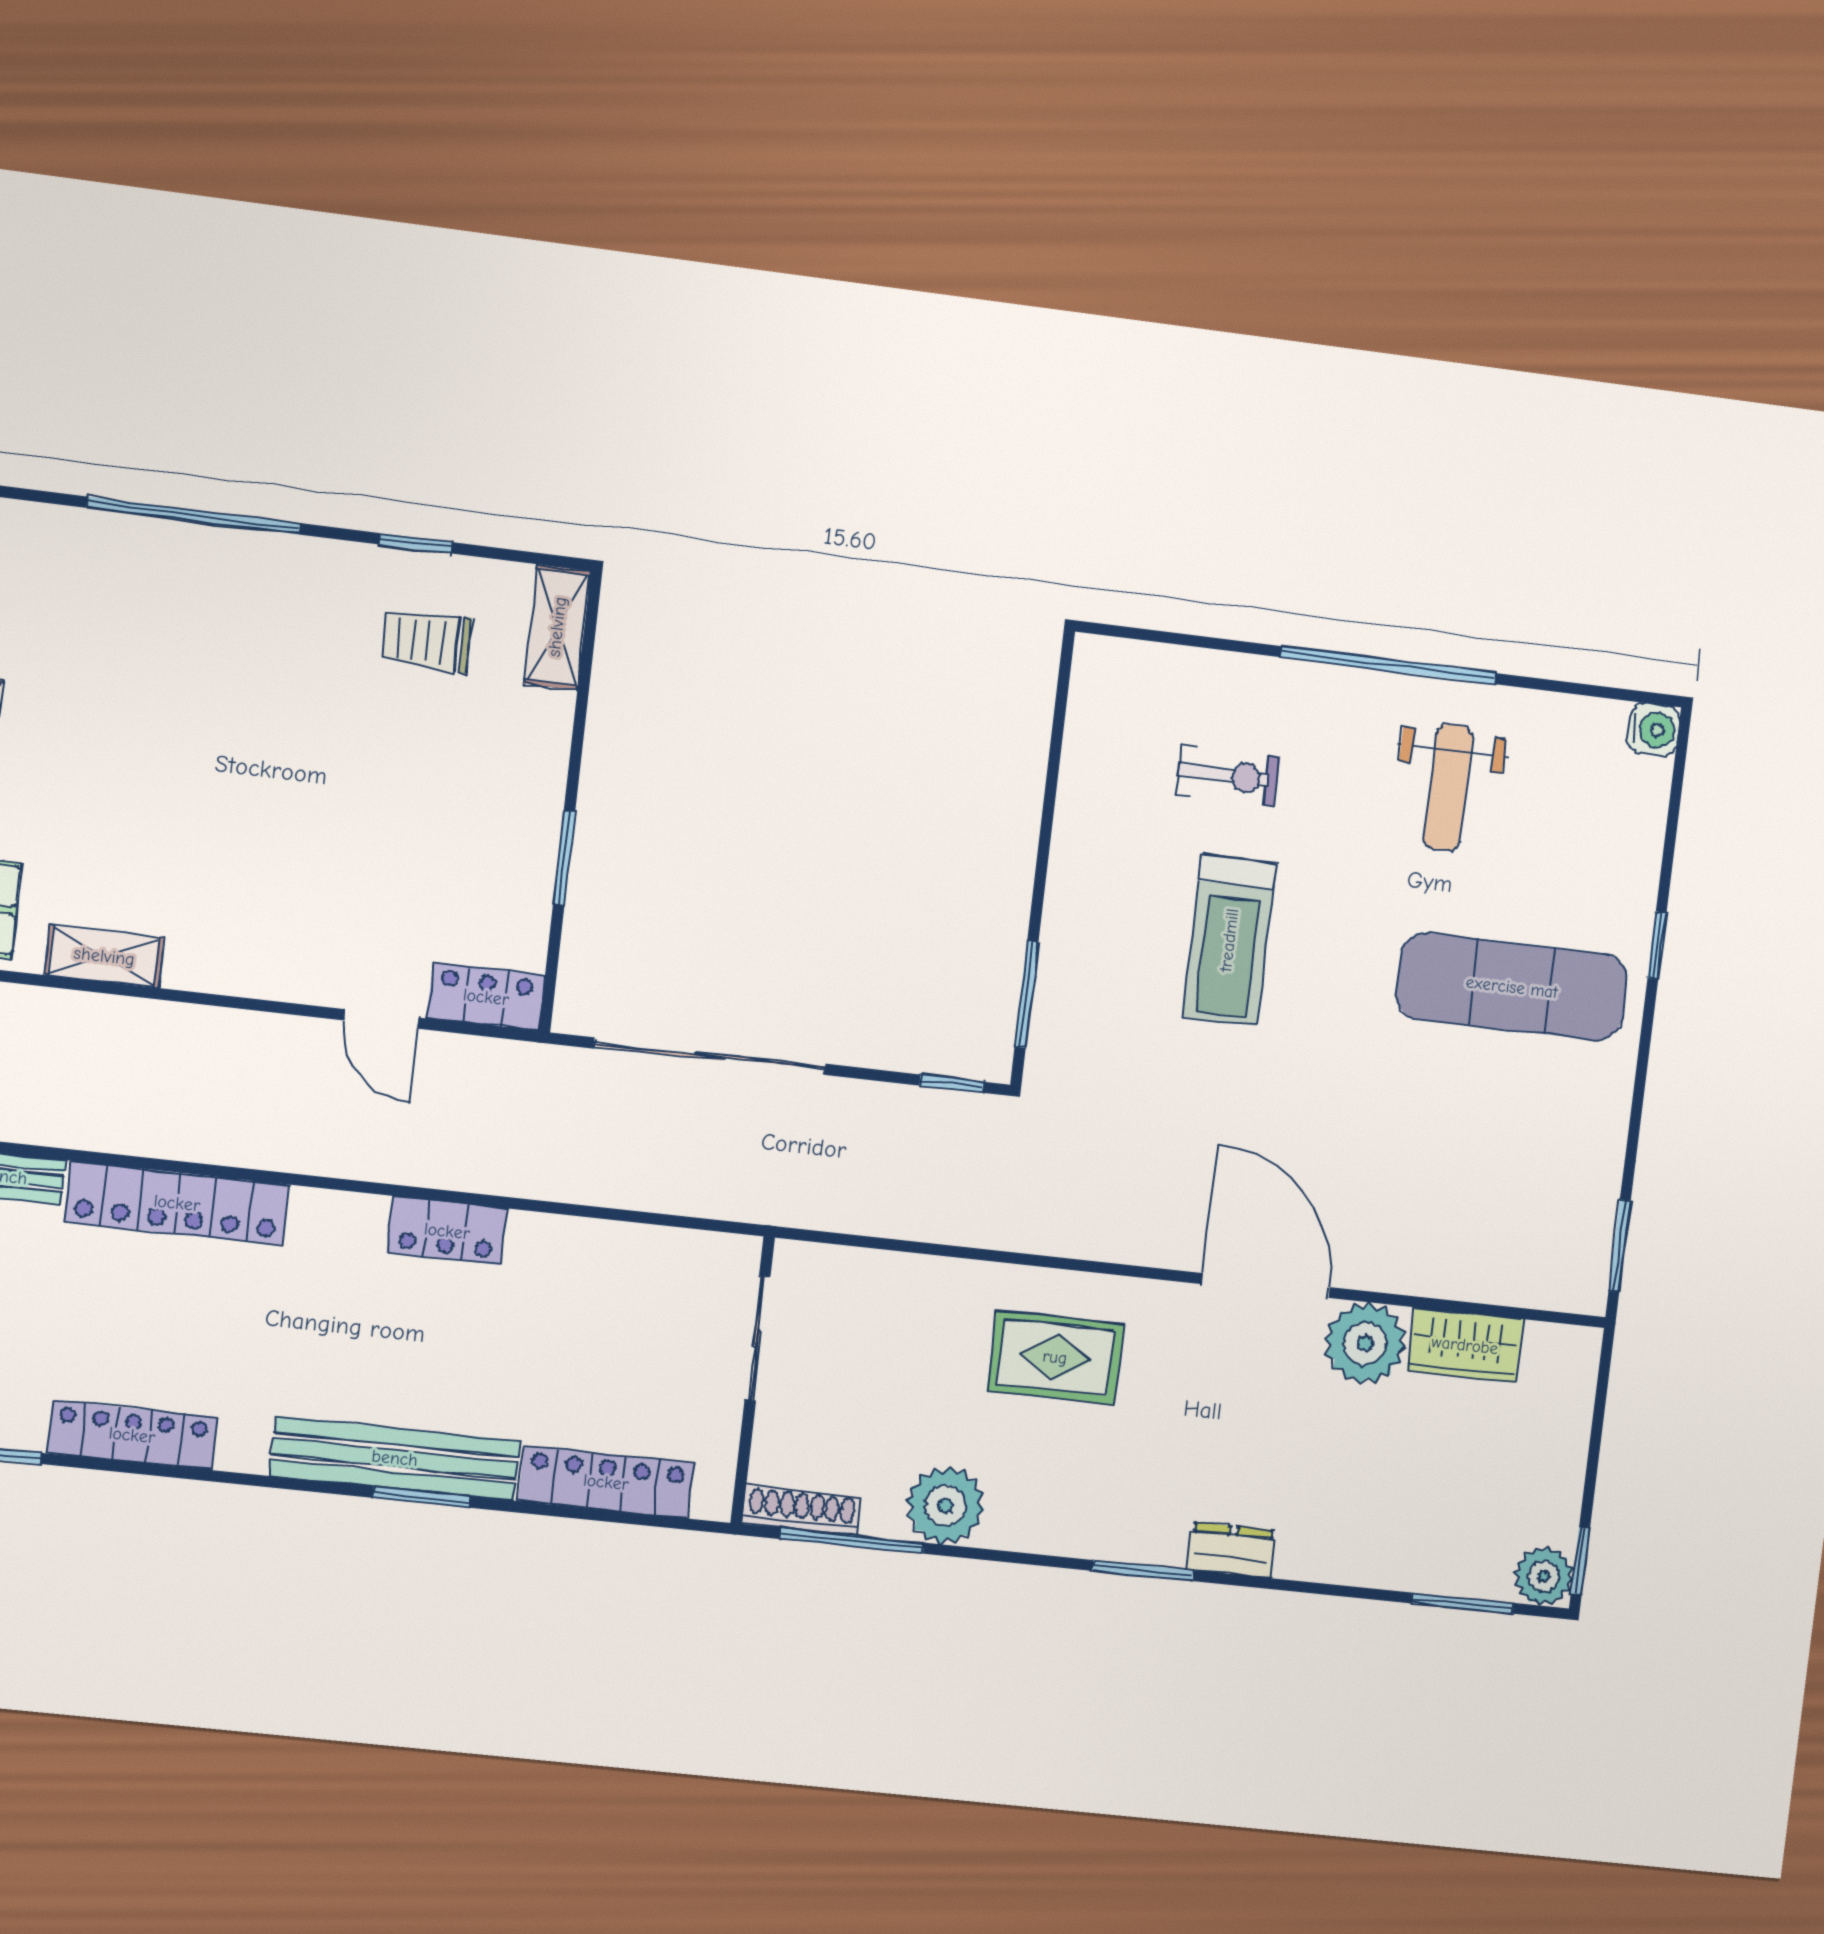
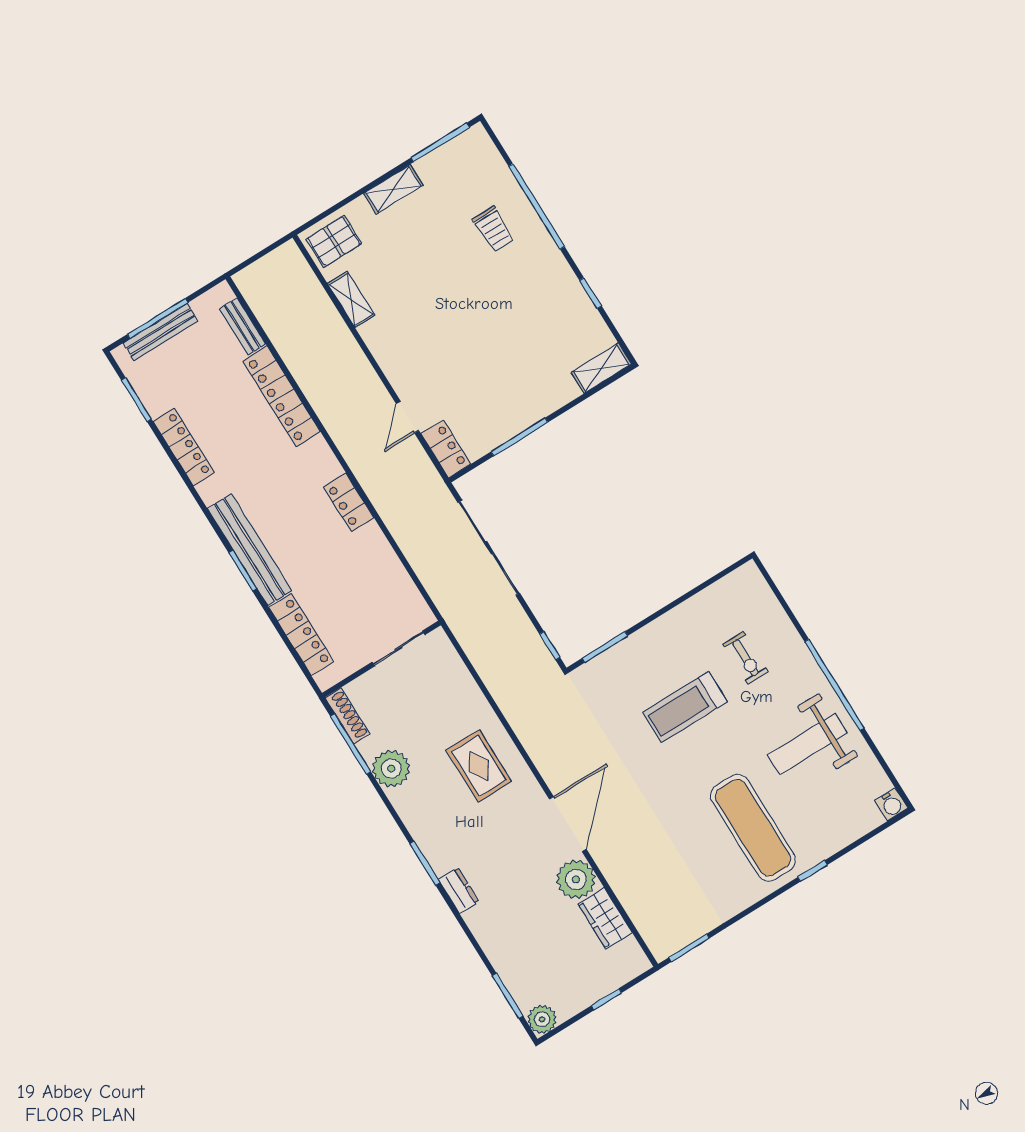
trolley: (426, 641) -> (493, 229), moved, turned 180
weight bench: (1448, 788) -> (807, 744), width x1.36, depth x1.33
window: (564, 858) -> (519, 437), width x1.44
window: (1580, 1561) -> (606, 999), moved

